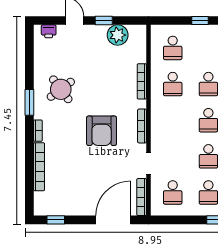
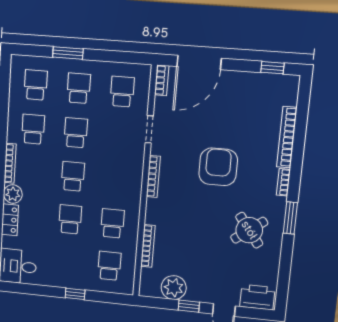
printer: (49, 31) -> (257, 297), width x1.87, depth x1.48
bookcase: (142, 81) -> (148, 246), moved
armchair: (102, 131) -> (218, 167), moved
bookcase: (142, 197) -> (162, 80), width x0.64

